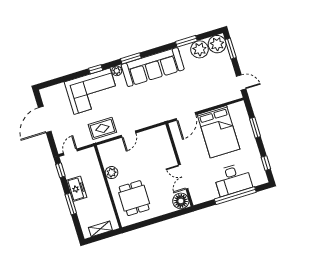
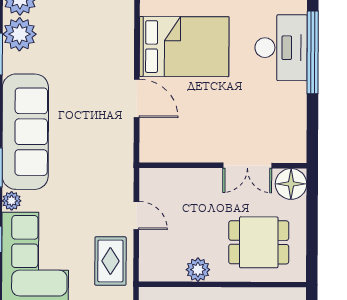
wall: (179, 165) -> (223, 165), moved
double door: (183, 177) -> (247, 166), moved
floor lamp: (181, 201) -> (291, 184), moved

